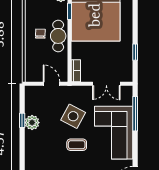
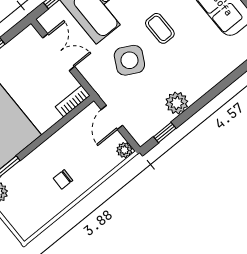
cafe table: (58, 36) -> (48, 156), removed
plant: (30, 77) -> (124, 150), added
window: (22, 120) -> (165, 133), moved

